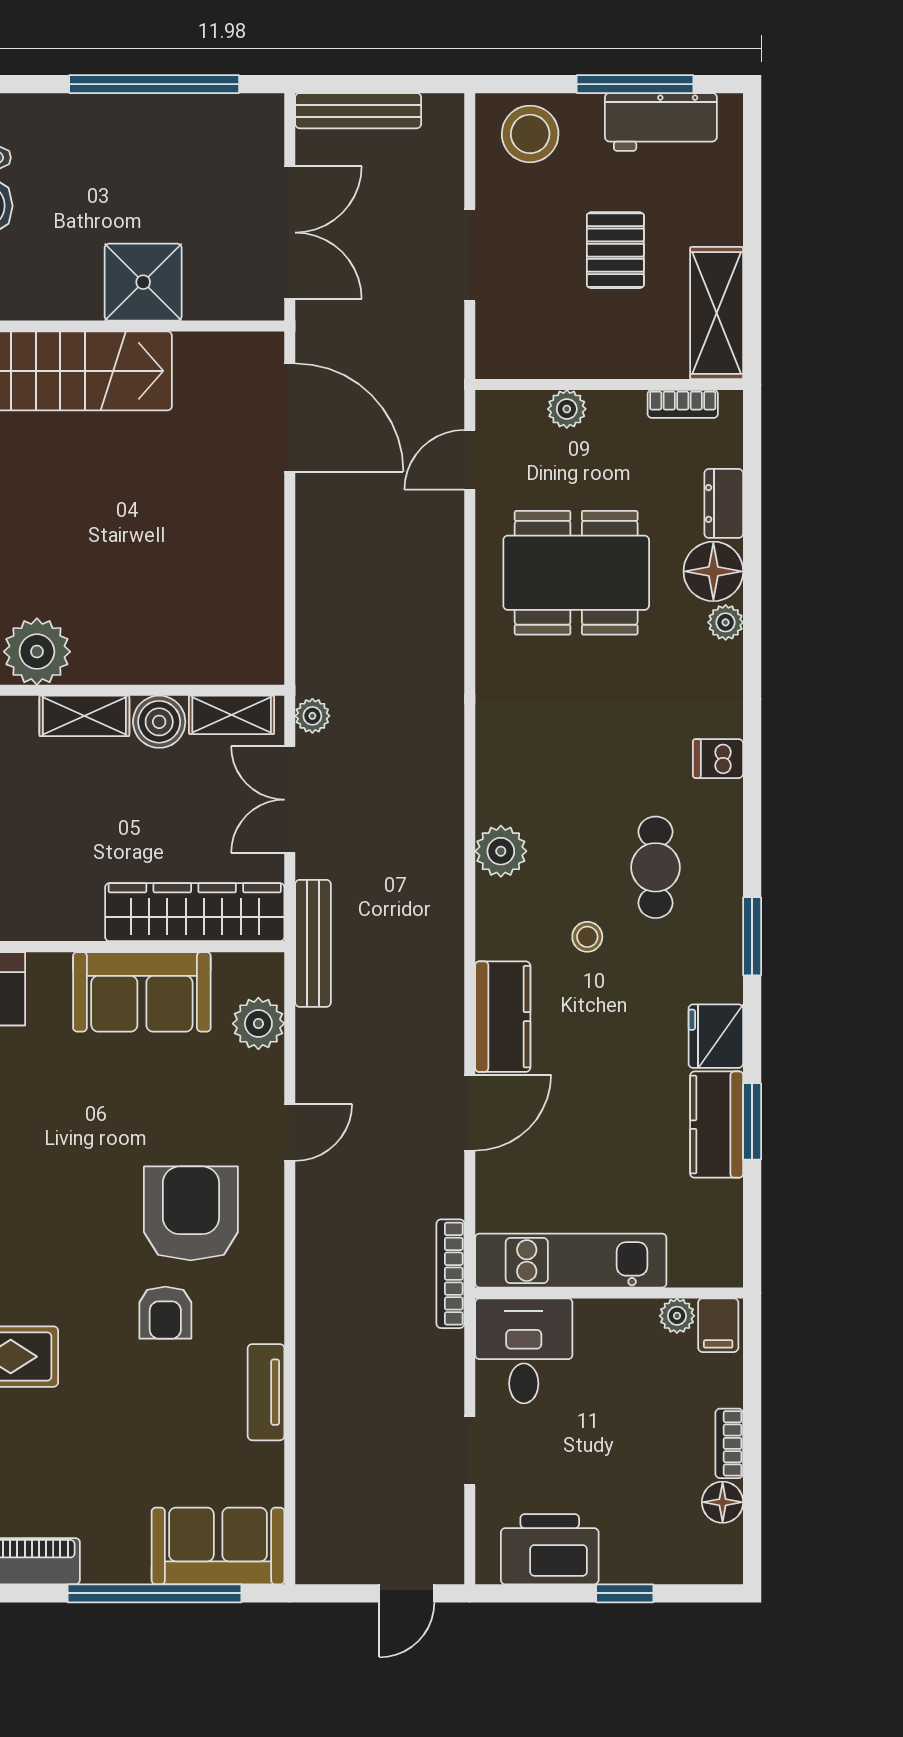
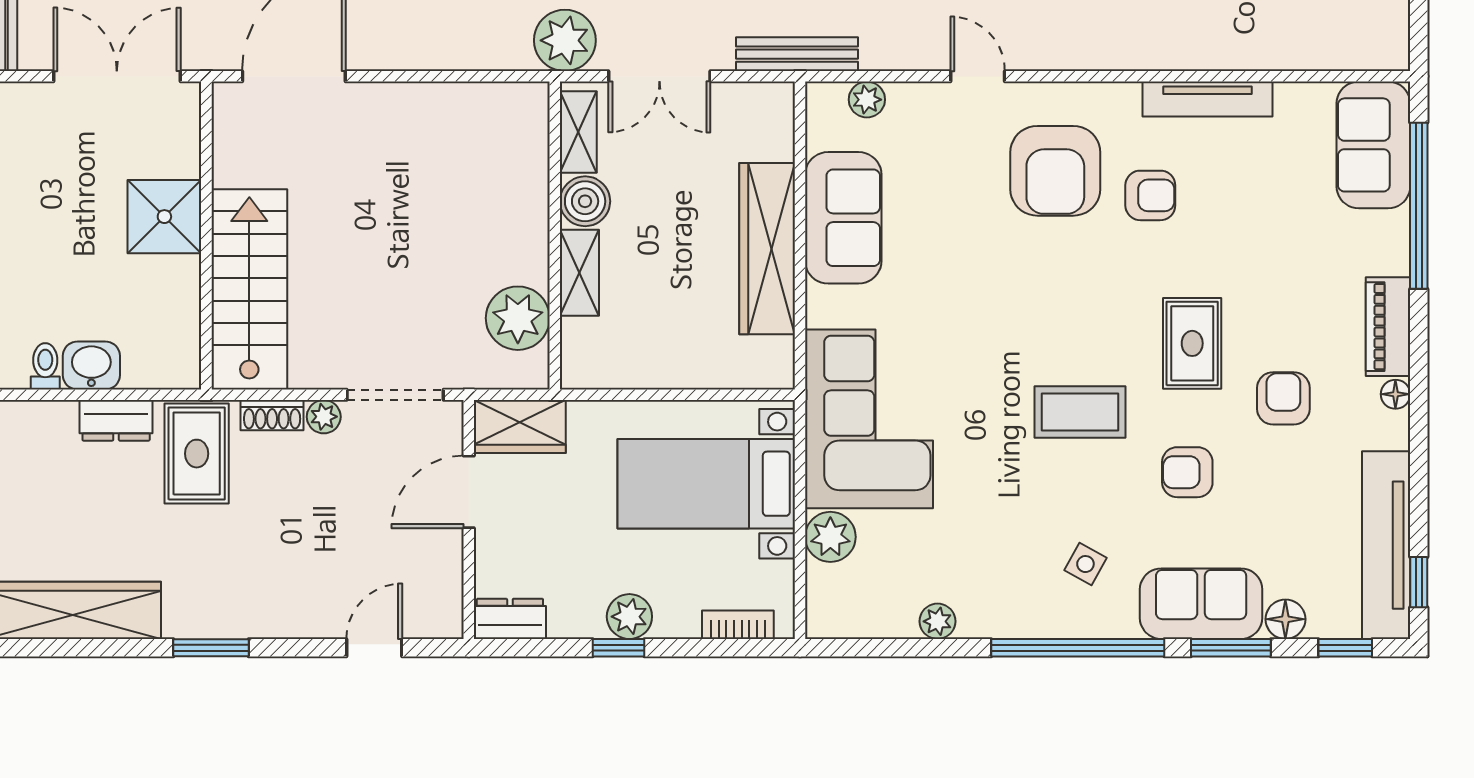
plant: (312, 716) -> (565, 40), width x1.87, depth x1.87
wardrobe: (195, 912) -> (767, 249), moved
plant: (258, 1024) -> (867, 100), width x0.73, depth x0.73
armchair: (191, 1213) -> (1055, 171), turned -90
tv unit: (266, 1392) -> (1207, 99), width x1.41

